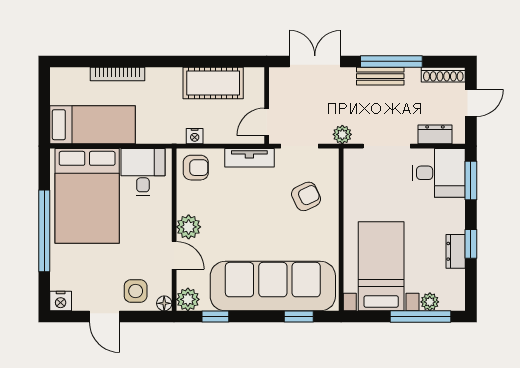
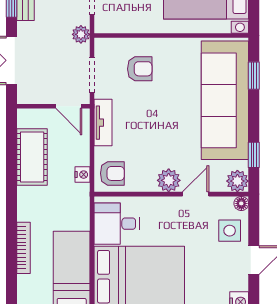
armchair: (196, 168) -> (112, 173), turned 90
armchair: (306, 196) -> (140, 69), turned 115

